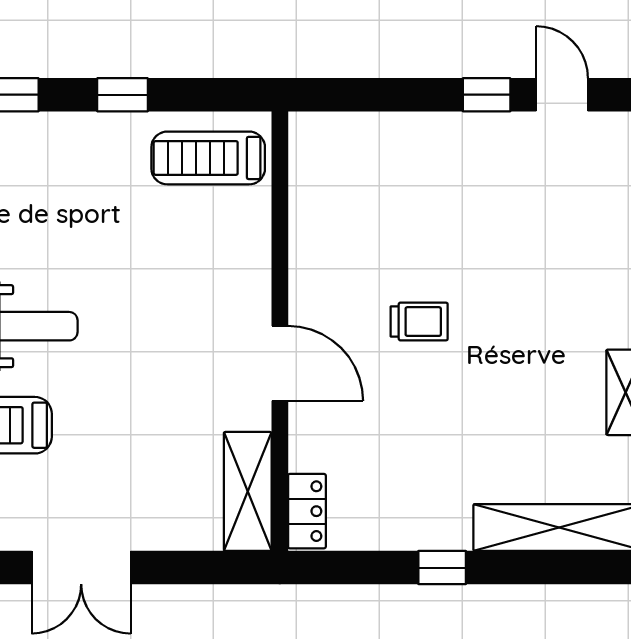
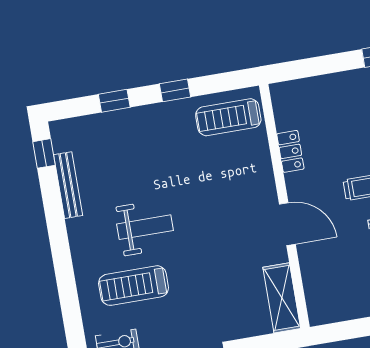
locker: (307, 511) -> (290, 151), moved

